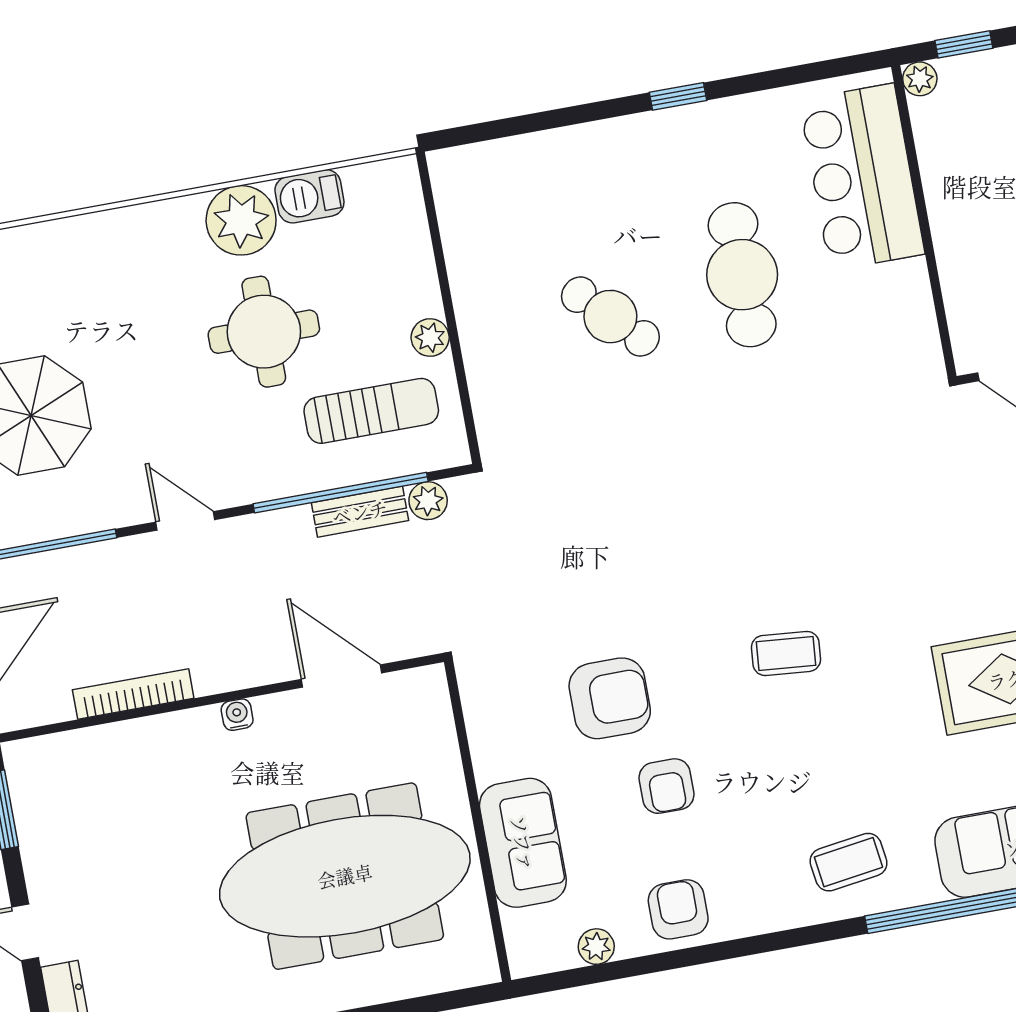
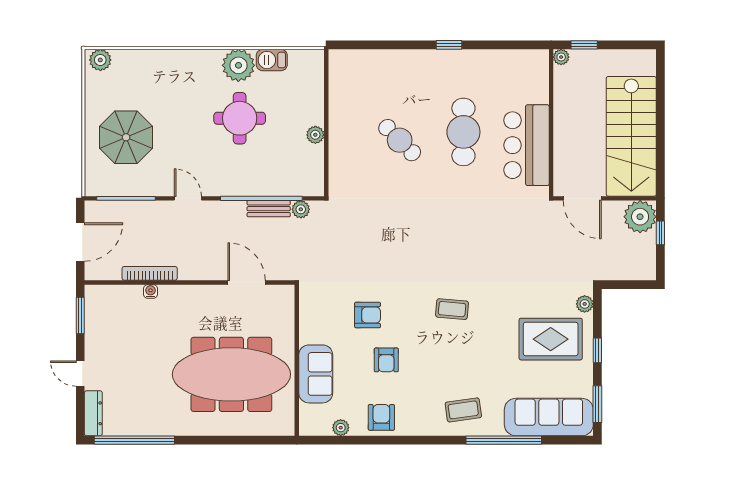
bar counter: (862, 177) -> (526, 145), moved
sun lounger: (371, 411) -> (282, 163), removed
armchair: (610, 698) -> (368, 315), width x0.72, depth x0.72
water cooler: (237, 715) -> (150, 291), moved

